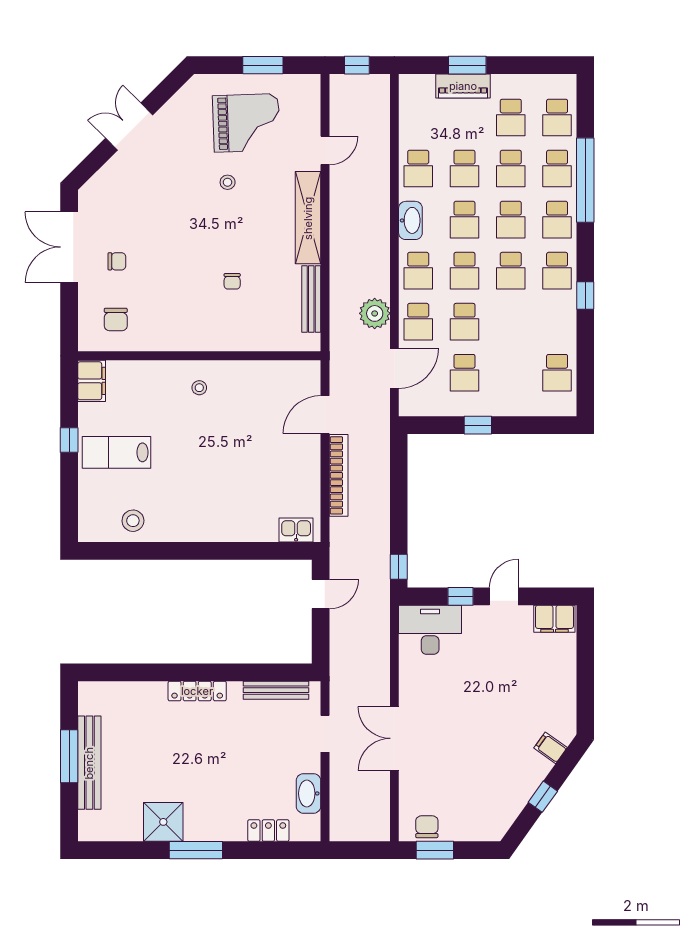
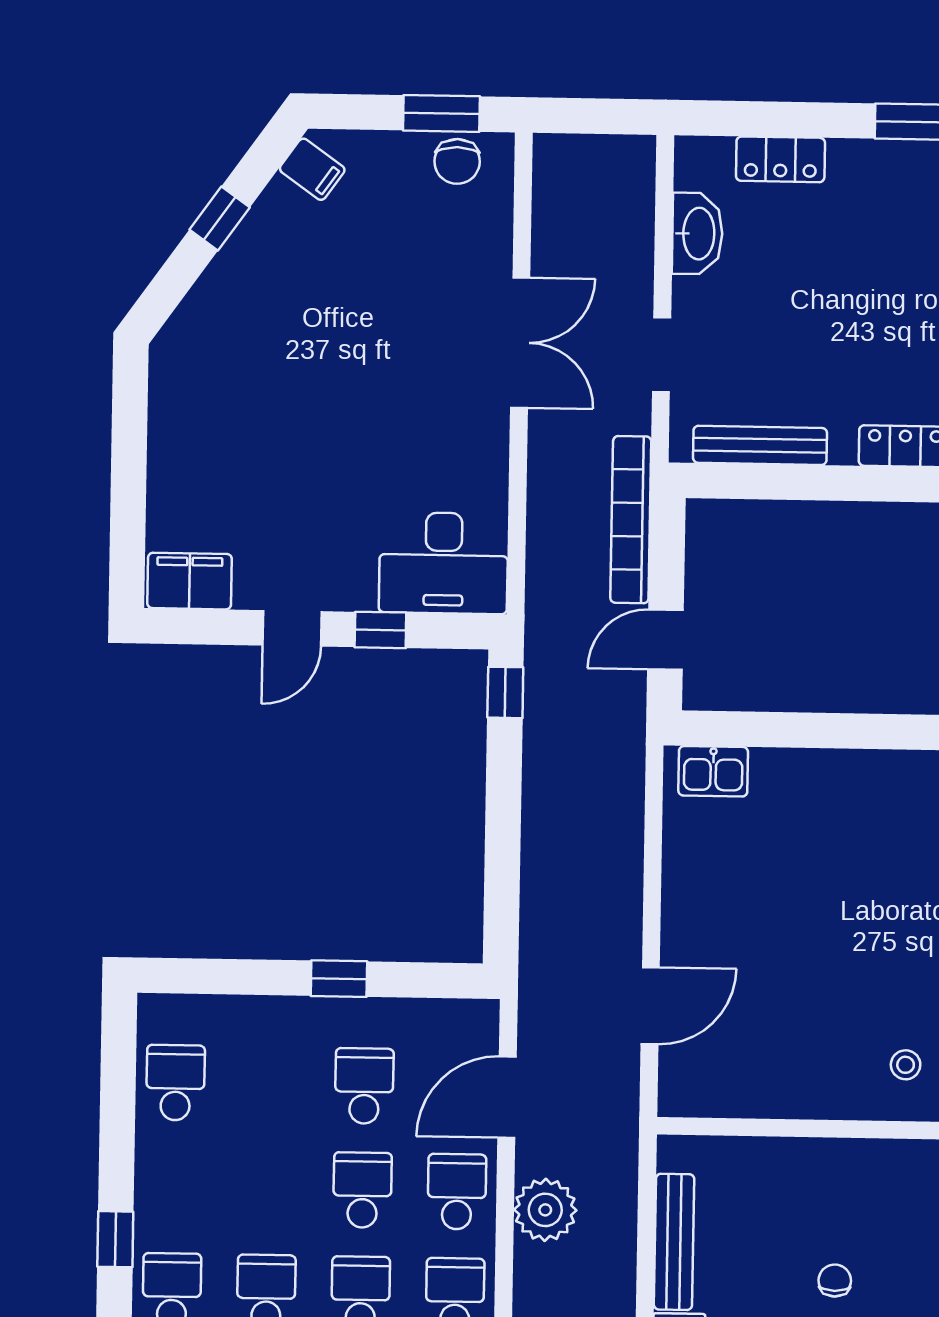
bookcase: (339, 475) -> (631, 520), moved
filing cabinet: (551, 748) -> (312, 169), moved

